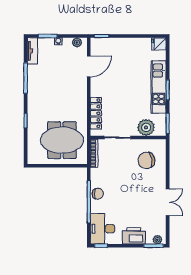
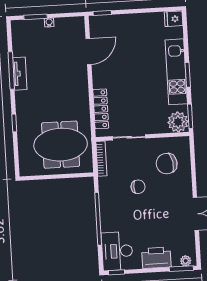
plant: (77, 42) -> (72, 23), removed
tv unit: (32, 51) -> (20, 74), moved
plant: (146, 127) -> (178, 122), moved
chair: (98, 194) -> (138, 187), moved

